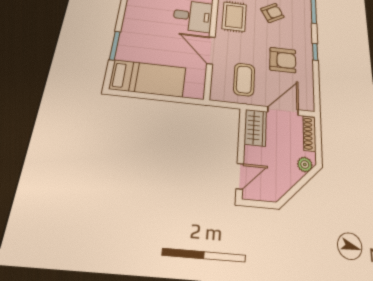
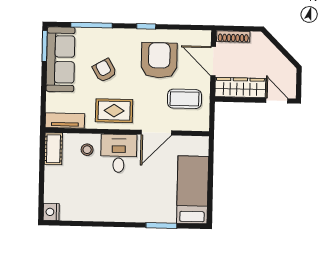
armchair: (283, 60) -> (159, 60), width x1.36, depth x1.36
wardrobe: (255, 128) -> (240, 88), width x1.50
plant: (305, 164) -> (262, 42), removed

